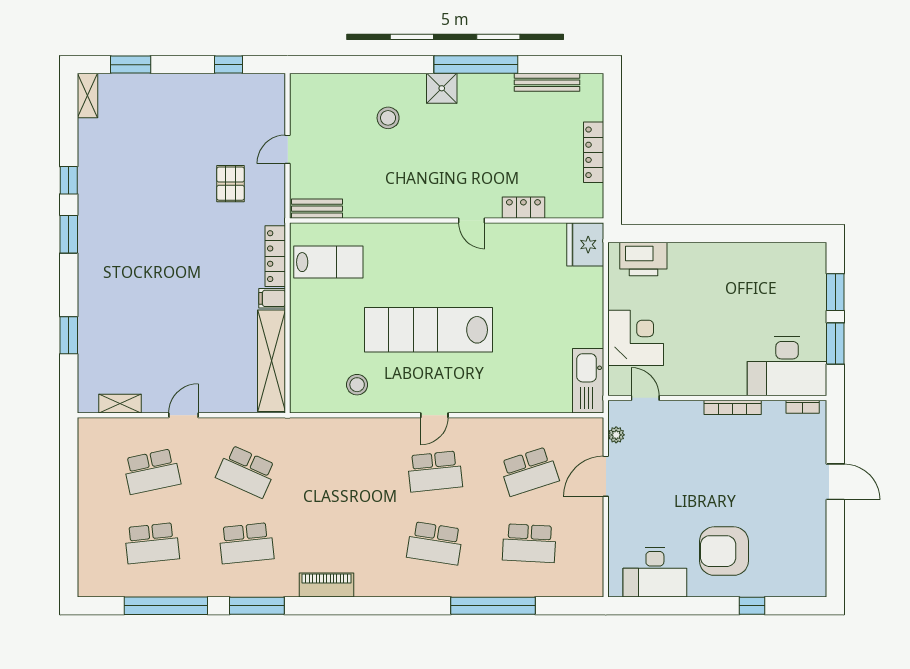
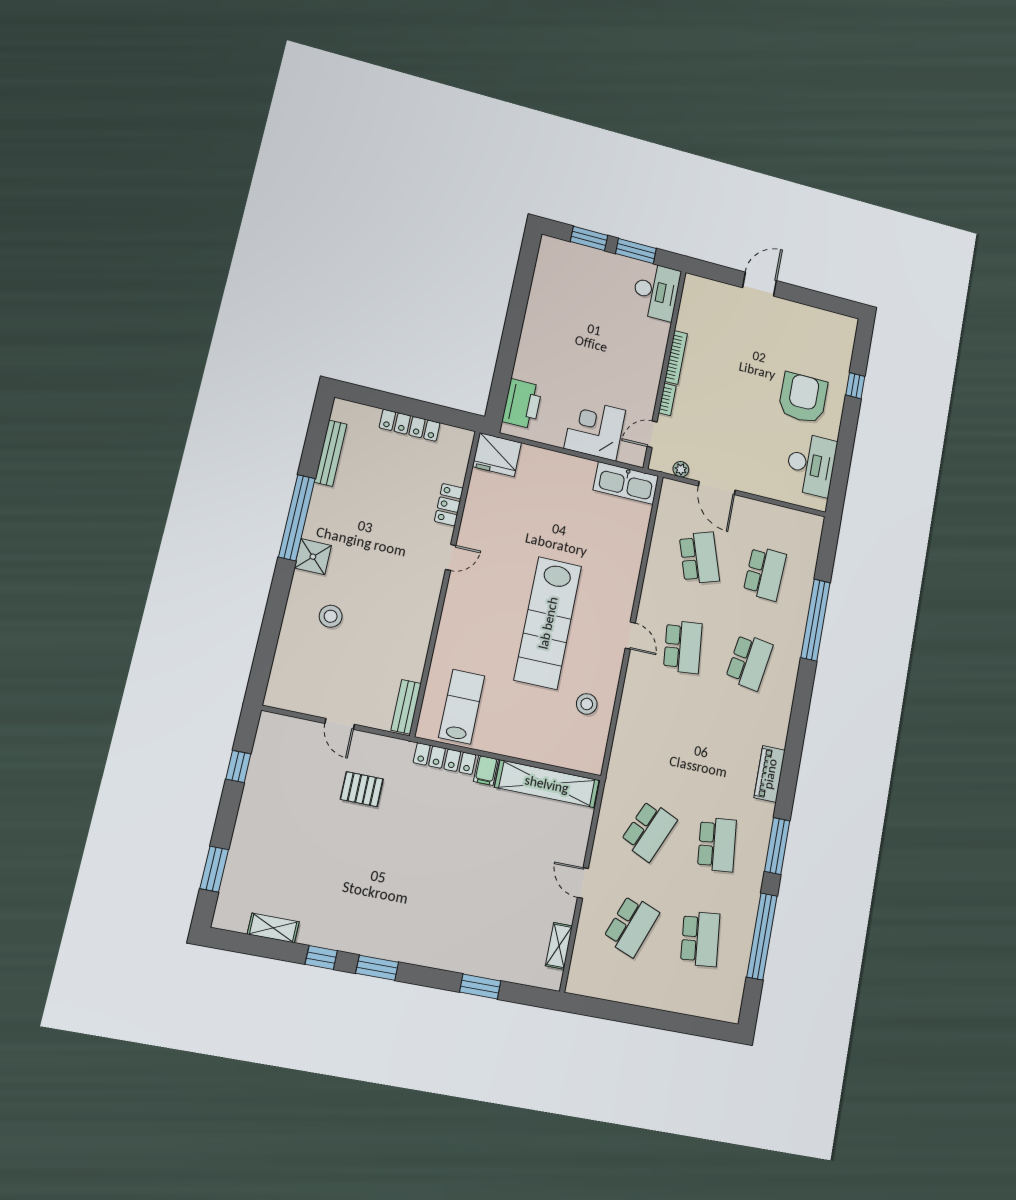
shelving: (88, 96) -> (273, 928), moved
desk: (787, 366) -> (656, 291), width x0.73, depth x0.77
bookcase: (803, 407) -> (667, 399), moved
school desk: (152, 471) -> (631, 926), turned 33
armchair: (724, 551) -> (803, 398), turned 180

